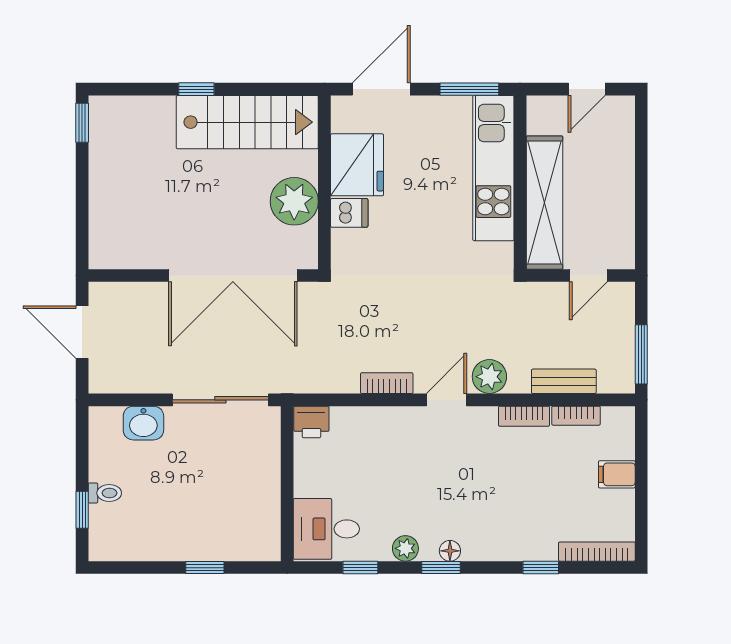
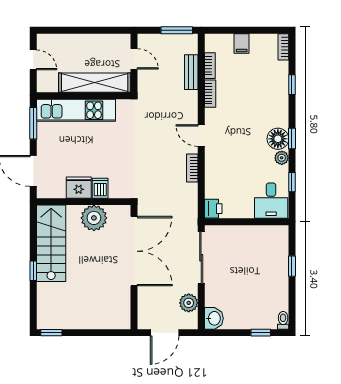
fridge: (357, 165) -> (79, 188), width x0.73, depth x0.75
plant: (489, 377) -> (189, 303), moved
washbasin: (143, 423) -> (214, 318), moved
toilet: (105, 493) -> (283, 320), moved
floor lamp: (450, 551) -> (278, 139), width x1.89, depth x1.89
bookcase: (597, 552) -> (283, 47), width x0.64

